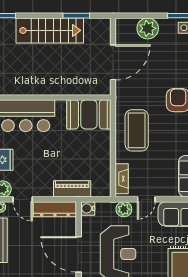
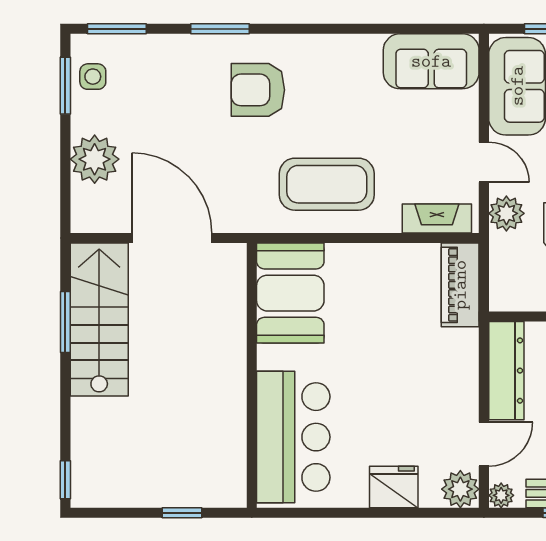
stairs: (50, 30) -> (99, 320), moved
piano: (72, 189) -> (460, 285), moved
water cooler: (88, 208) -> (505, 296), removed

